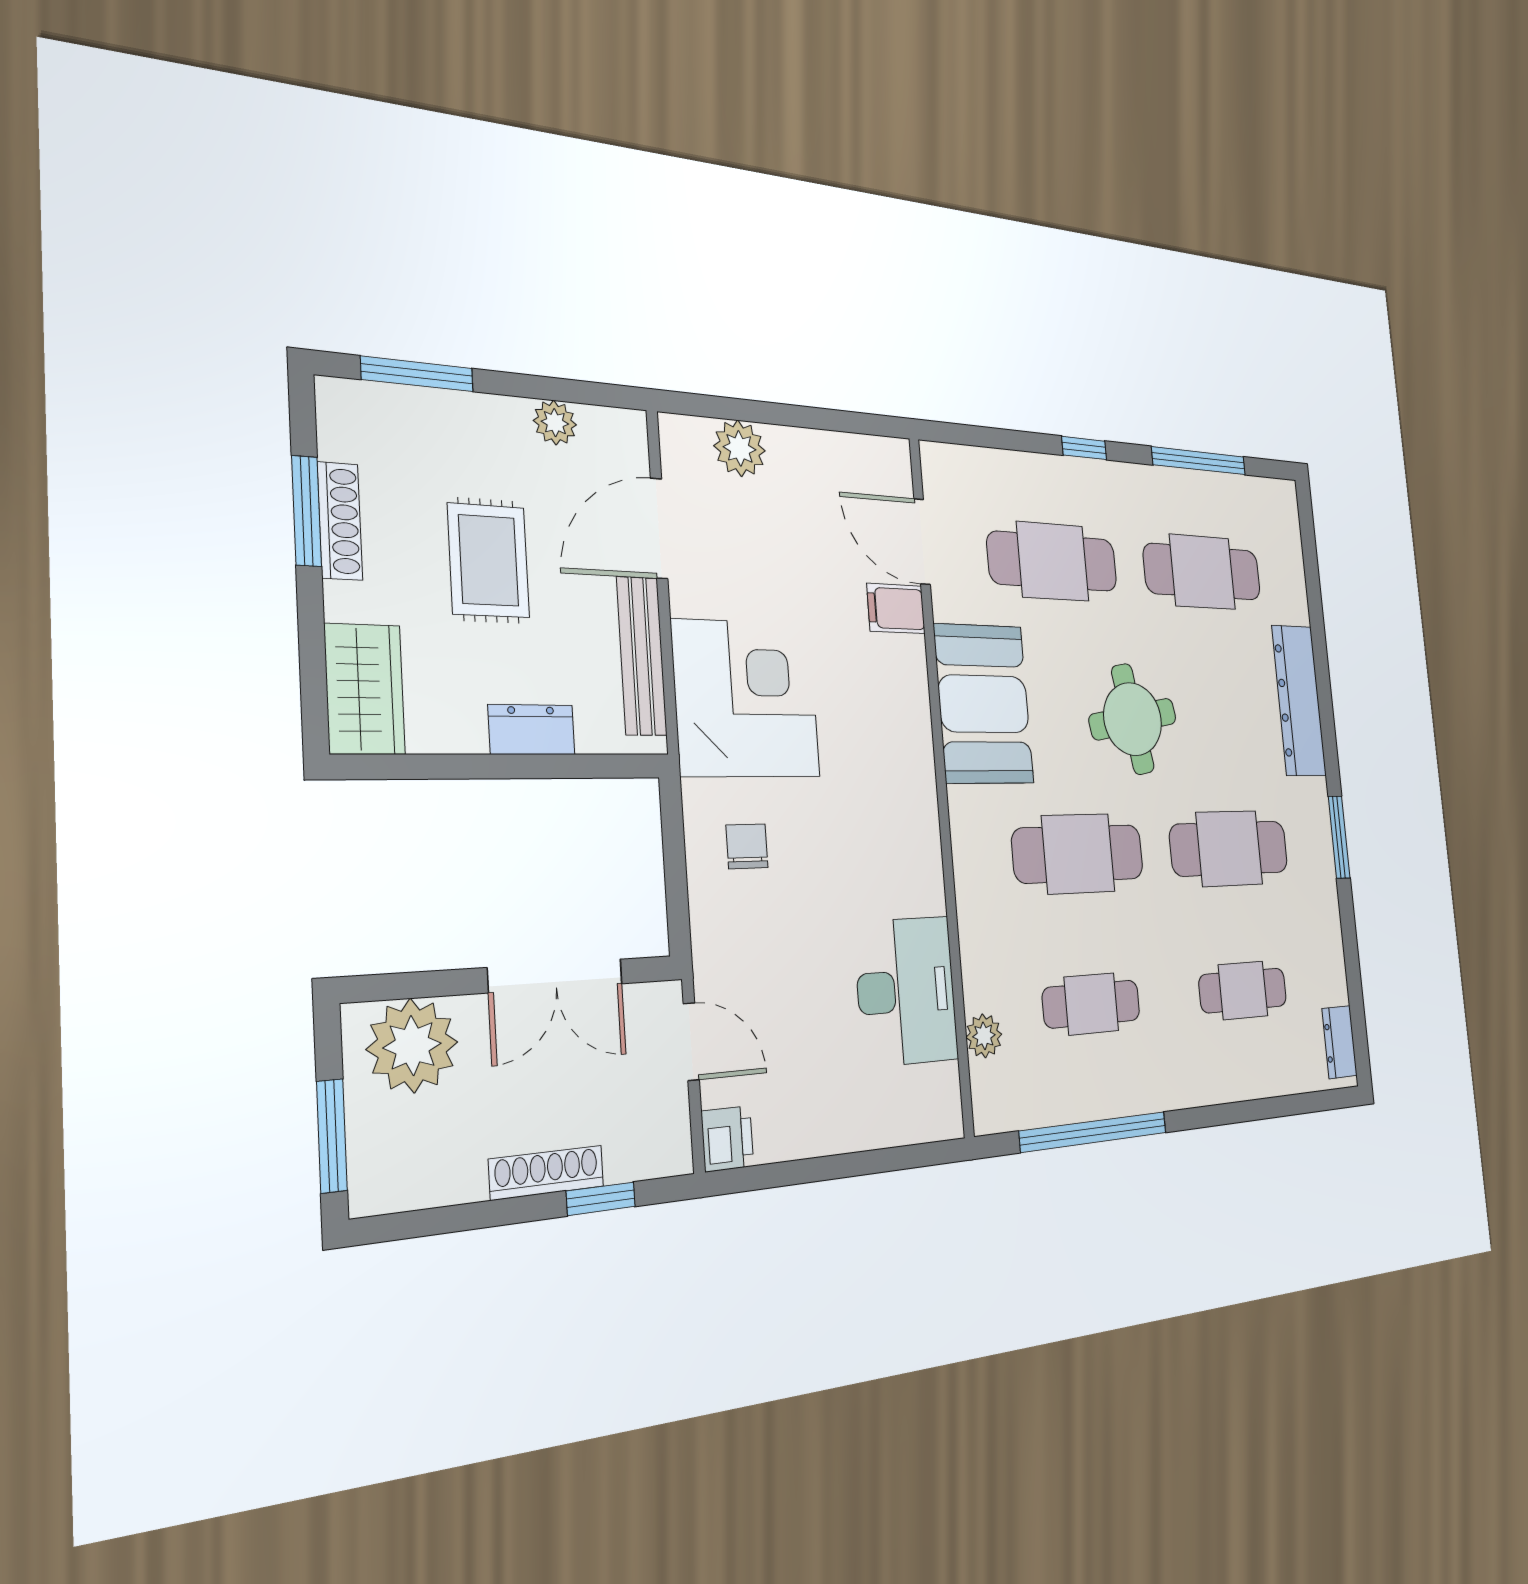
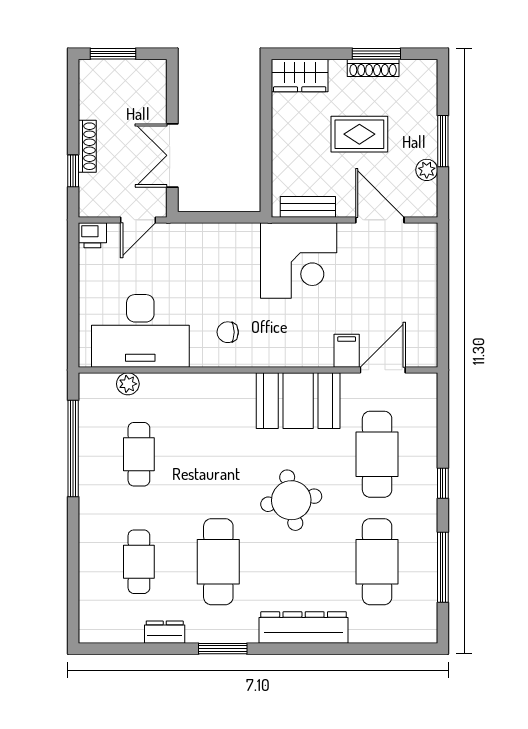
window: (417, 374) -> (443, 141), moved
plant: (740, 448) -> (423, 266), removed
bench: (642, 656) -> (308, 207), width x0.73
dresser: (532, 730) -> (283, 150), removed
chair: (747, 846) -> (228, 332), moved, turned 180
cafe table: (1078, 854) -> (218, 454), removed
desk: (906, 991) -> (140, 331), width x1.36, depth x1.30
dresser: (1340, 1042) -> (165, 632), moved
plant: (412, 1046) -> (147, 89), removed

